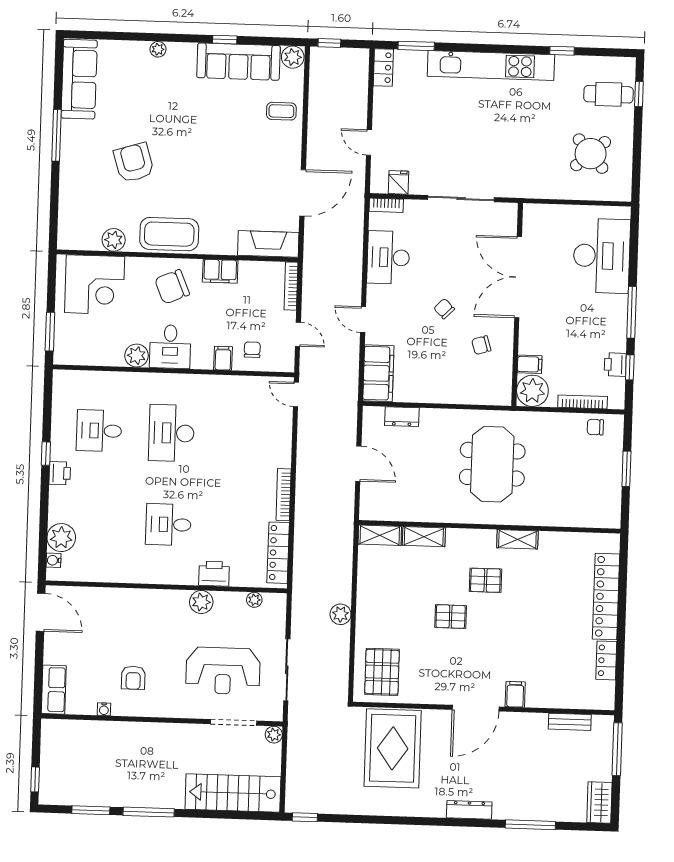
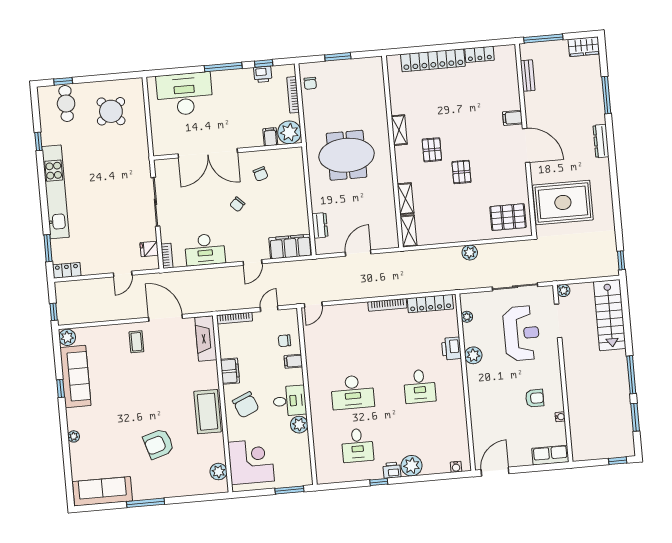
coffee table: (281, 111) -> (136, 342), moved
plant: (114, 240) -> (218, 472), moved
plant: (61, 538) -> (412, 466), moved

